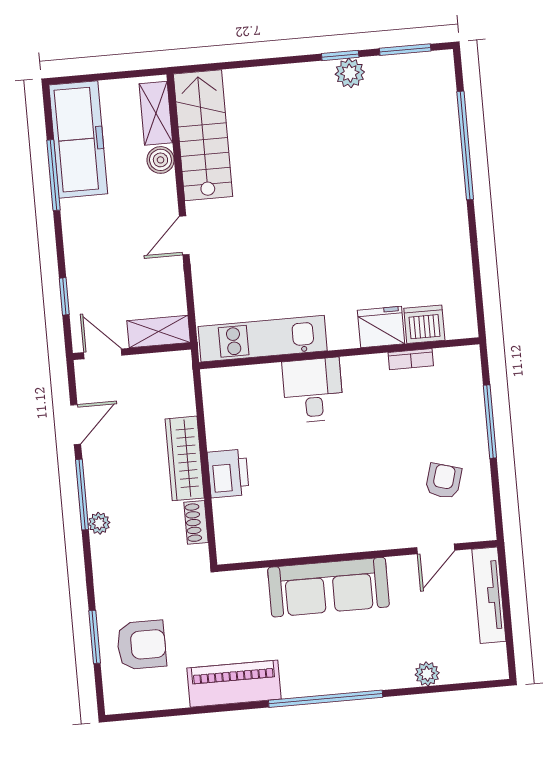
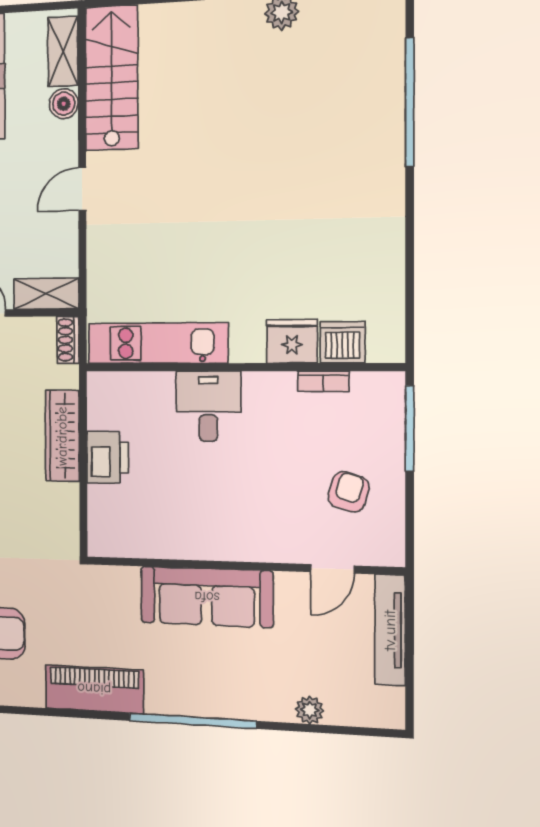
dishwasher: (424, 324) -> (342, 342), moved
fridge: (381, 327) -> (292, 341), moved
kitchen unit: (263, 339) -> (158, 343), moved
wall: (339, 353) -> (242, 367), moved
bookcase: (411, 359) -> (323, 381), moved
desk: (313, 390) -> (208, 406), moved
shoe rack: (196, 522) -> (68, 340), moved

